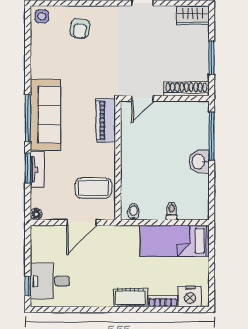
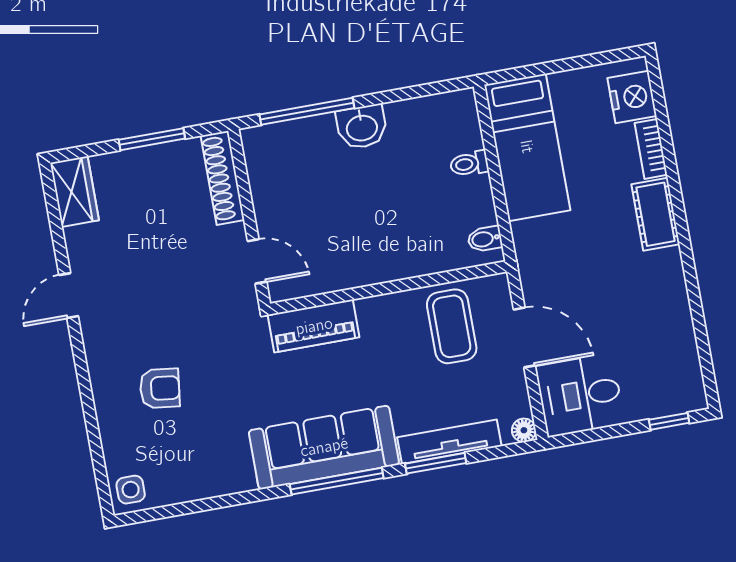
armchair: (80, 28) -> (160, 388), moved
tv unit: (37, 169) -> (449, 442), width x1.41
desk: (50, 281) -> (580, 395), moved, turned 90

